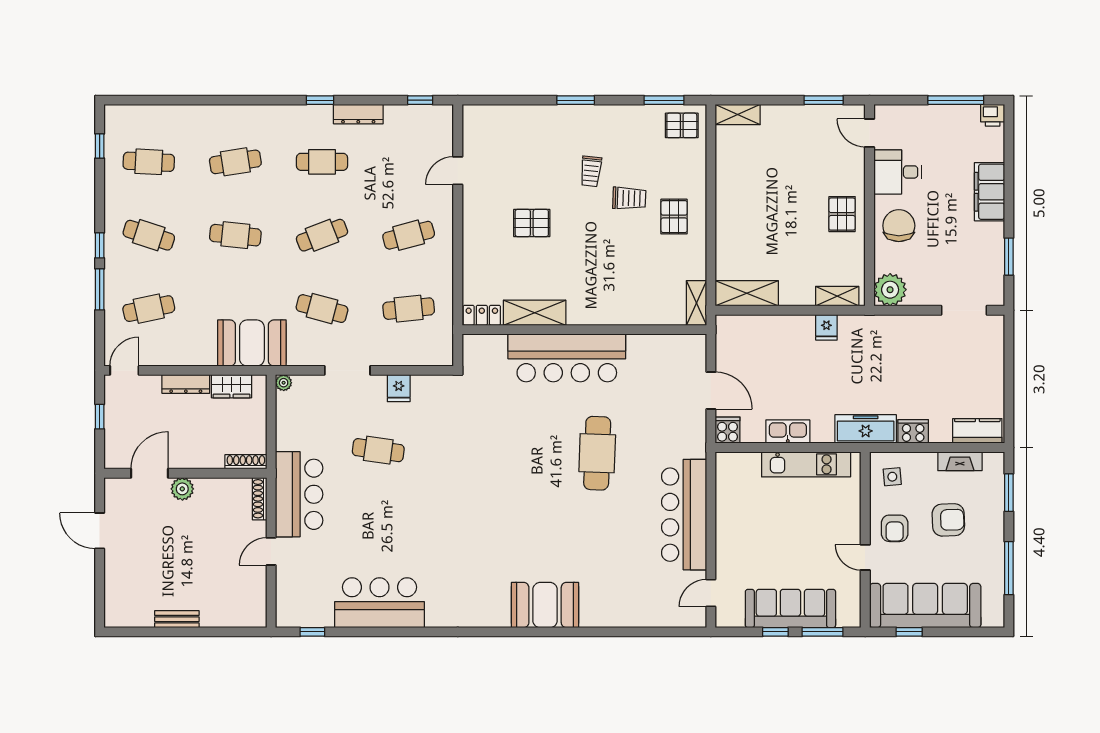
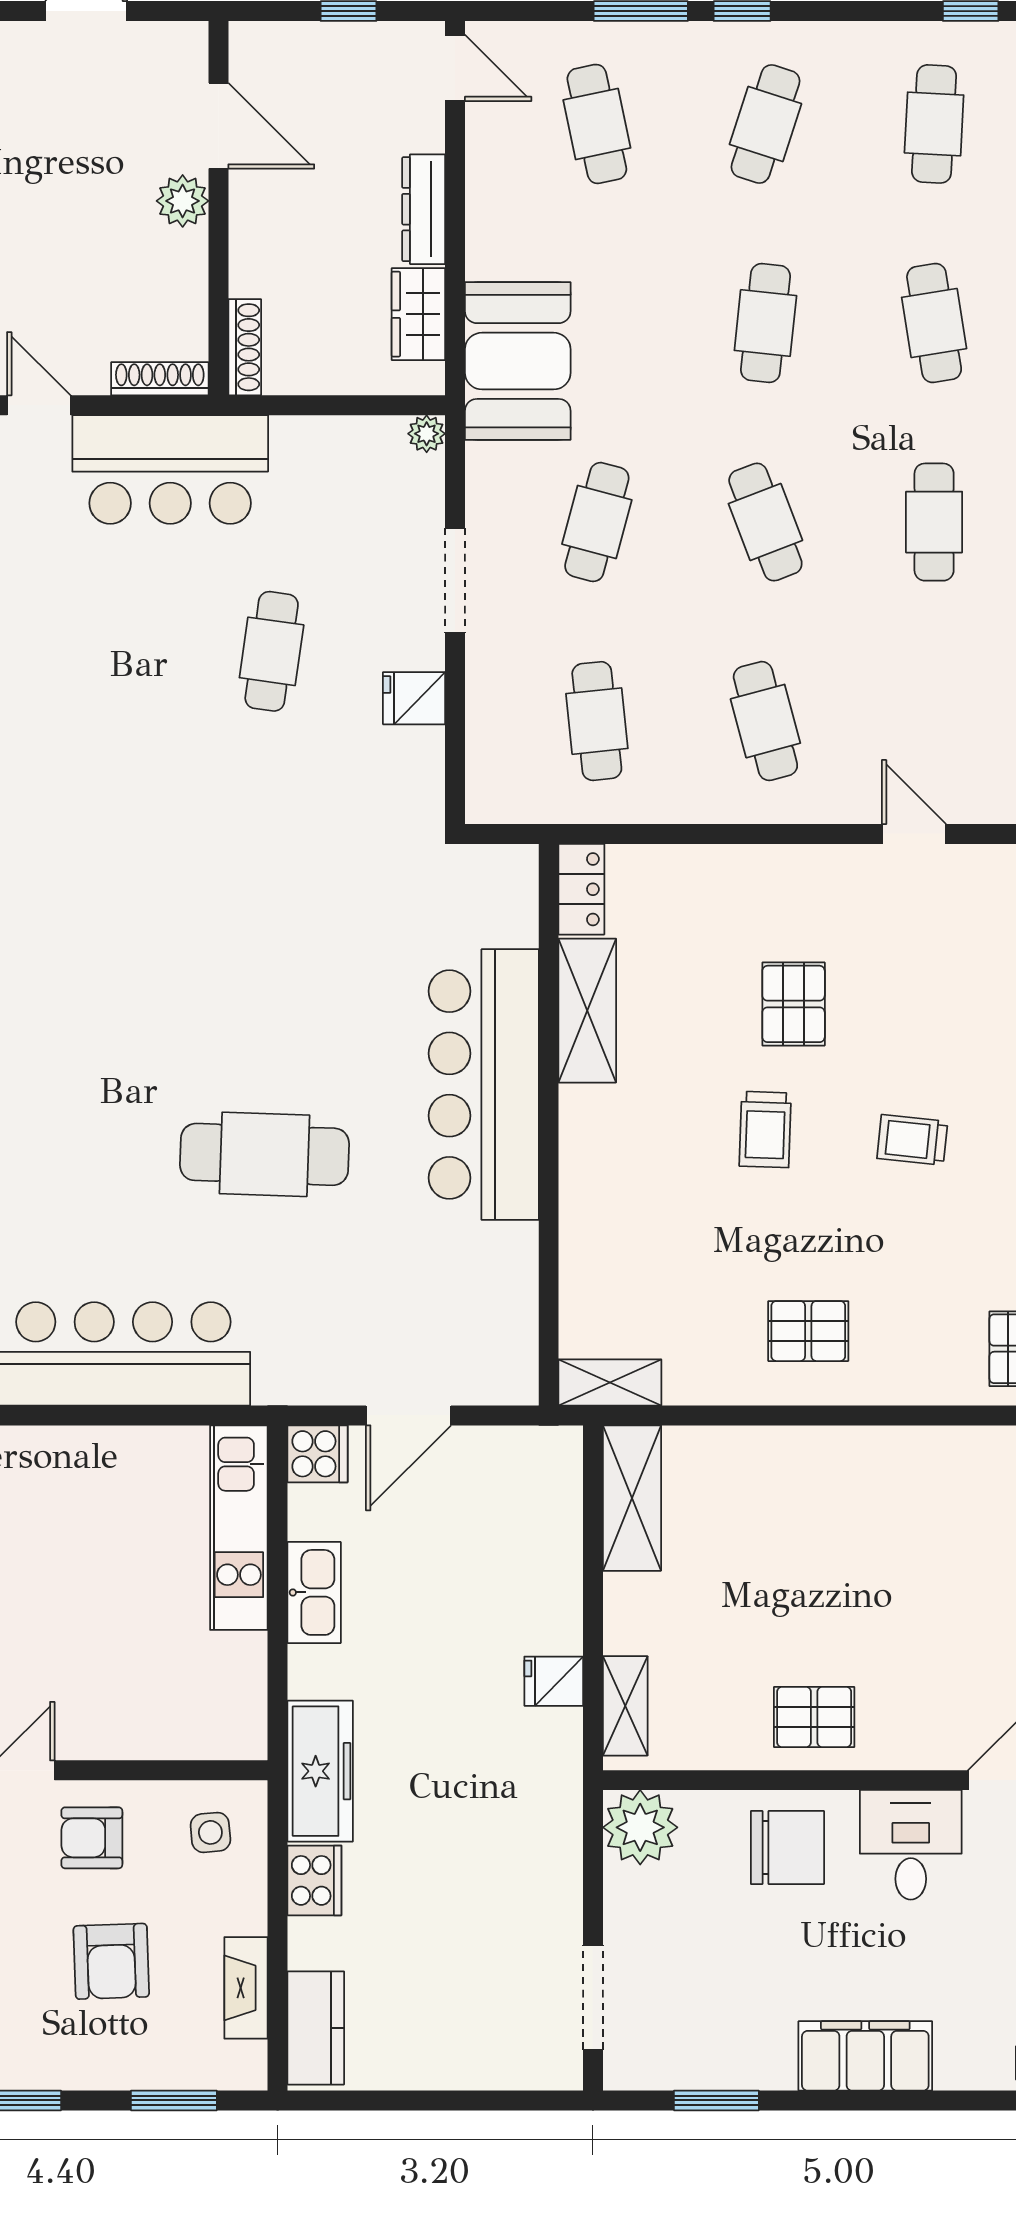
trolley: (629, 198) -> (765, 1129), moved
kitchen unit: (806, 464) -> (239, 1528), moved

